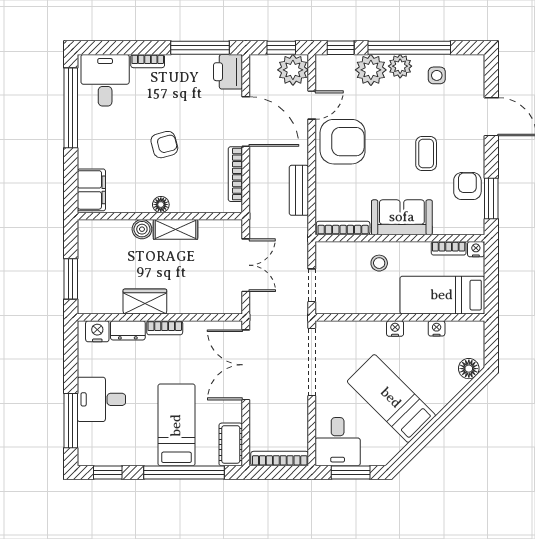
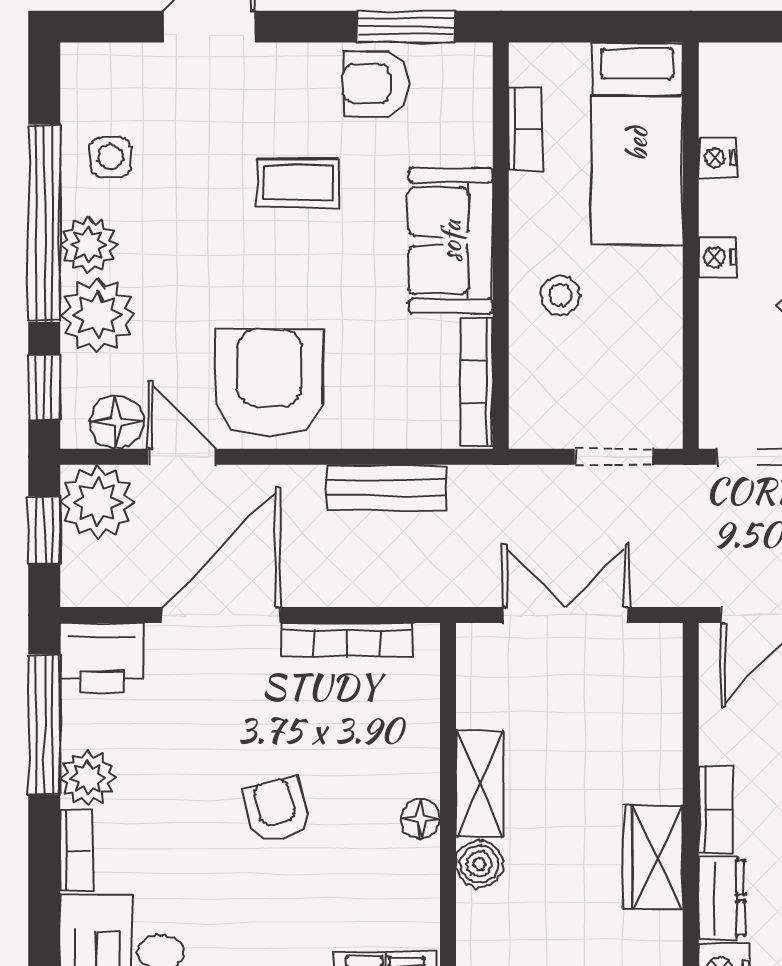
plant: (178, 66) -> (88, 778), added
floor lamp: (326, 78) -> (117, 422), added
nightstand: (476, 249) -> (527, 63), removed

